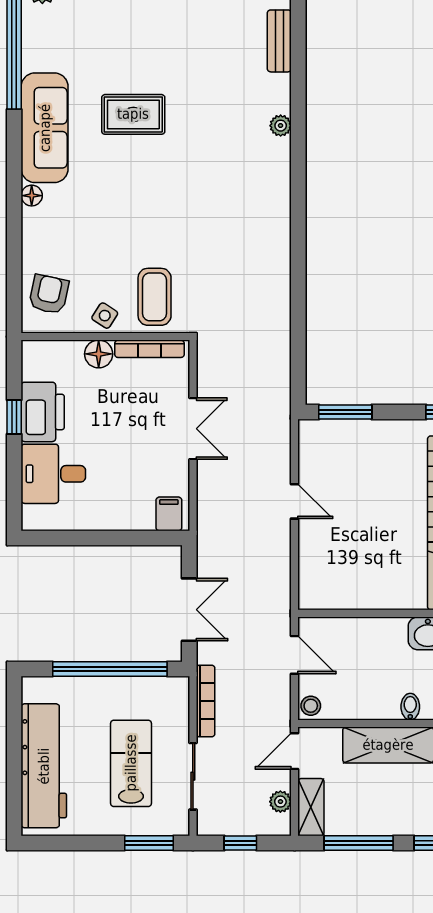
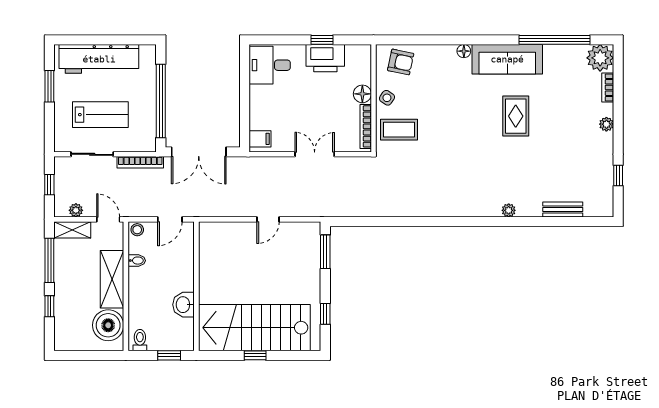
double door: (193, 429) -> (315, 154), swing flipped
desk: (53, 474) -> (270, 65), moved, turned -90
double door: (189, 610) -> (199, 152), width x1.37
bidet: (410, 707) -> (137, 261), moved
window: (149, 843) -> (49, 86), moved

